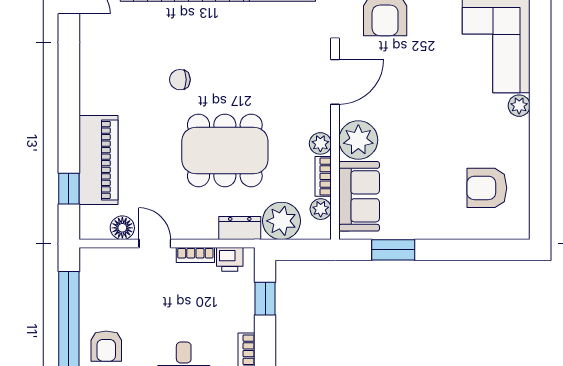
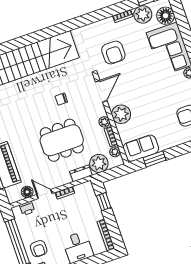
chair: (180, 80) -> (61, 99), moved
sofa: (359, 196) -> (141, 148), moved, turned -90
printer: (230, 259) -> (27, 208), moved

